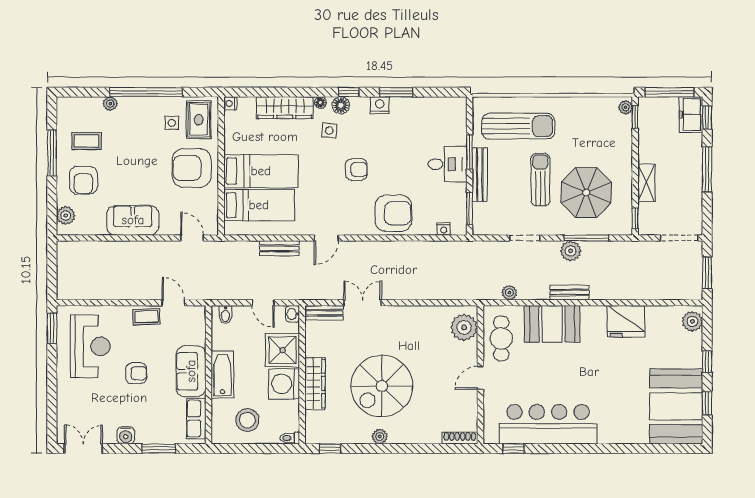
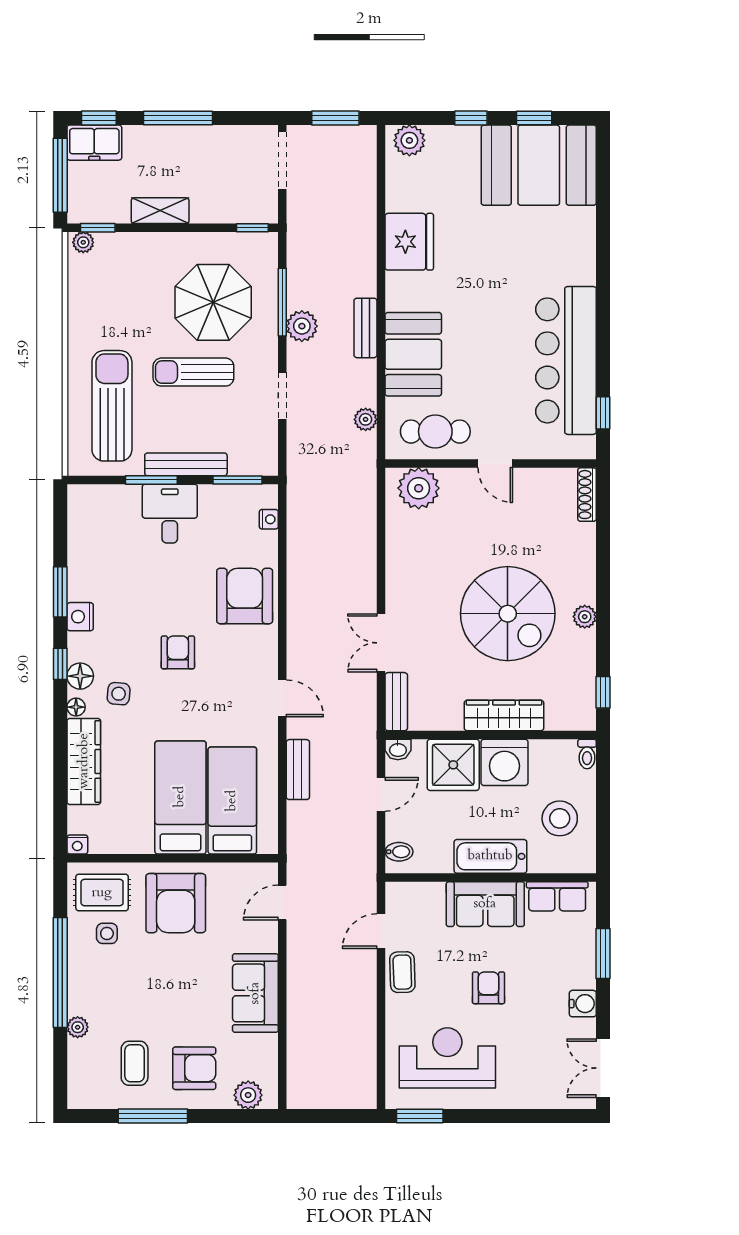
shelving: (646, 183) -> (160, 211), moved

